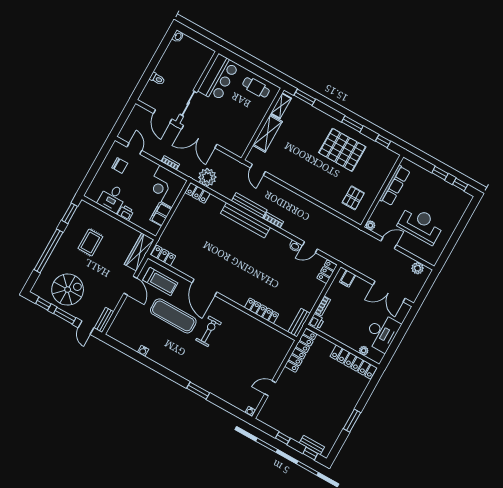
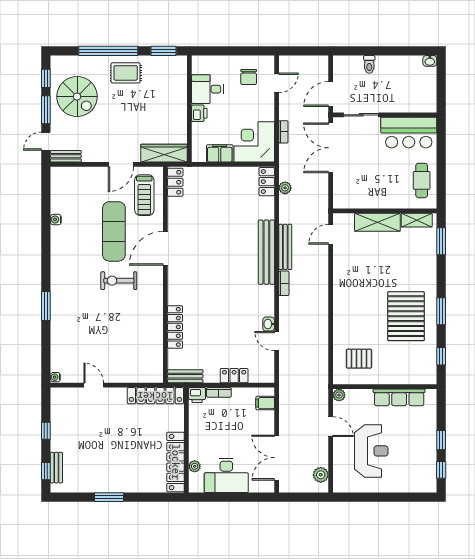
plant: (207, 177) -> (285, 188), width x0.53, depth x0.53
rug: (90, 243) -> (126, 73), moved
locker: (327, 272) -> (234, 376), moved
exercise bike: (209, 331) -> (119, 281), turned 180

